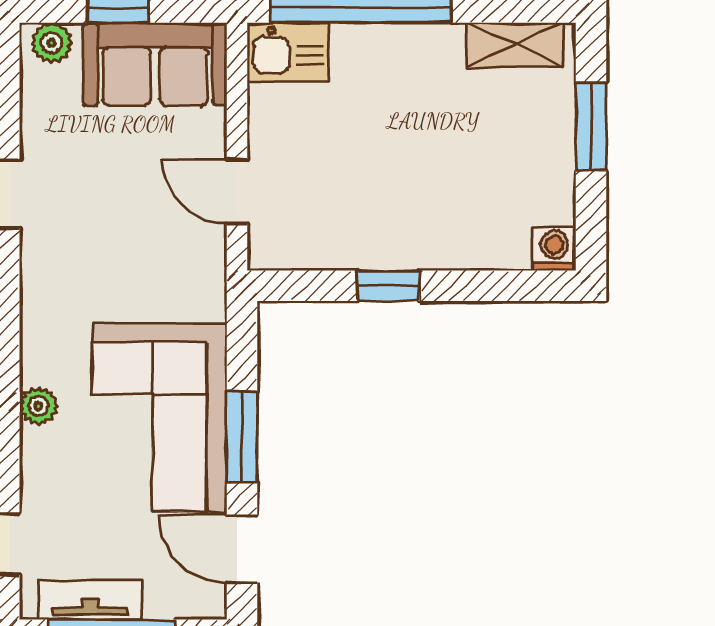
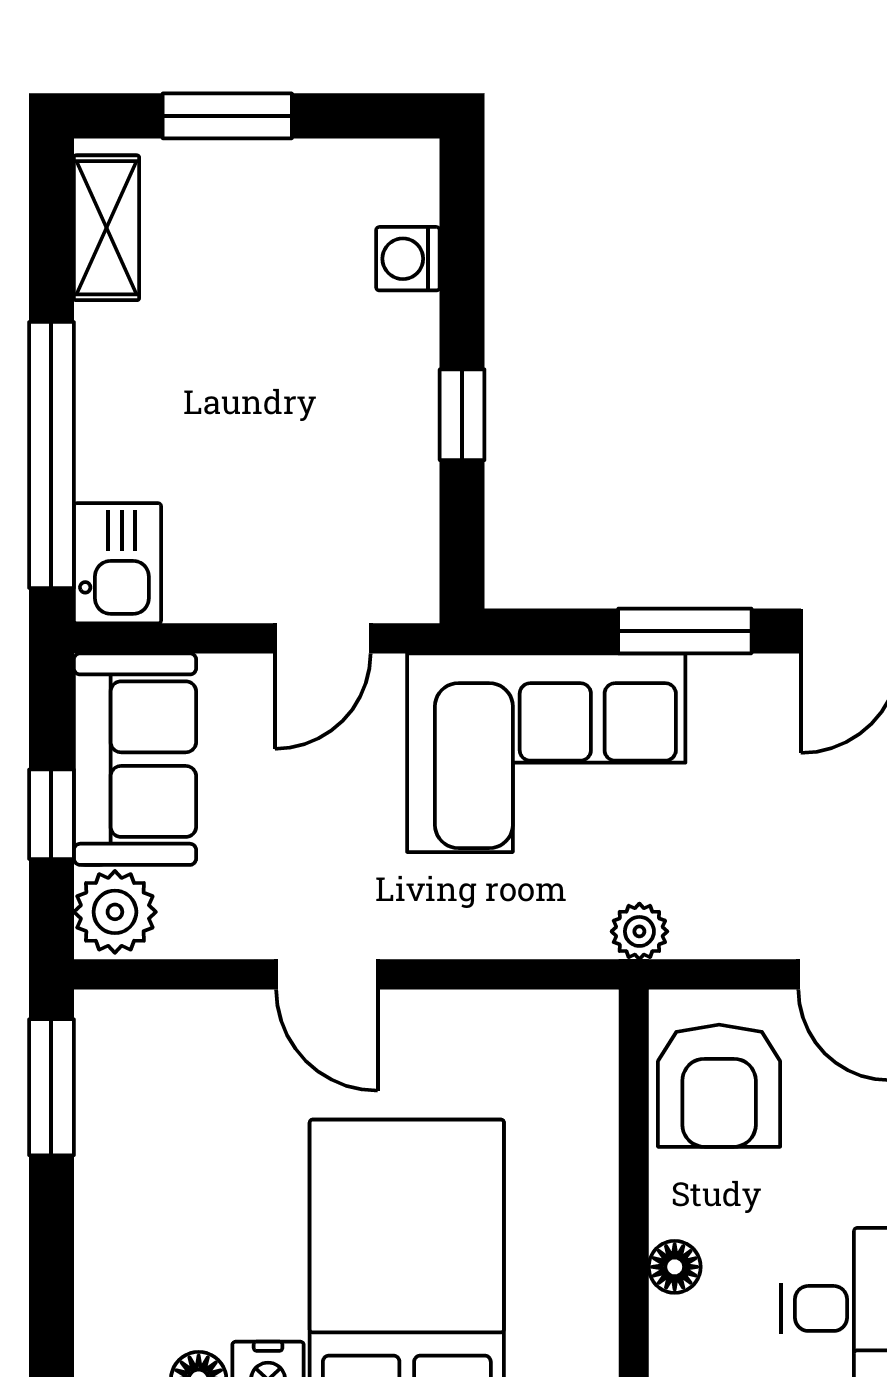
plant: (52, 43) -> (115, 912), width x1.38, depth x1.38
washing machine: (554, 249) -> (408, 259), moved
corner sofa: (159, 417) -> (546, 753), moved

